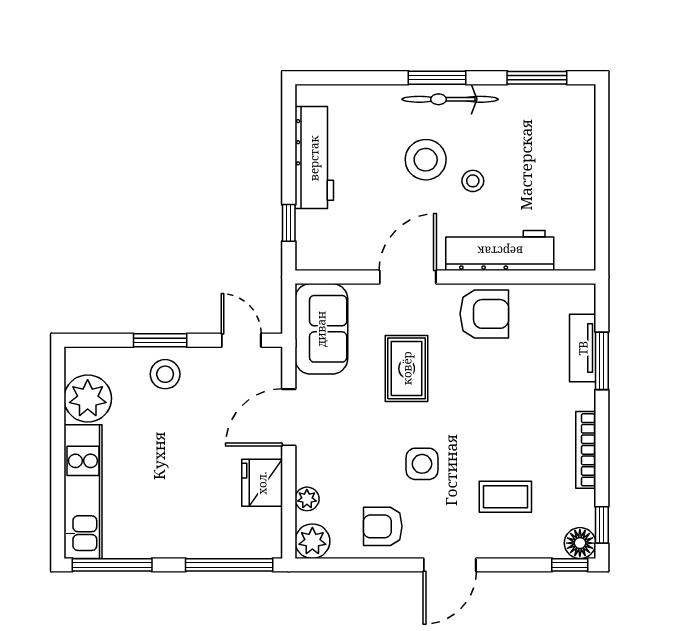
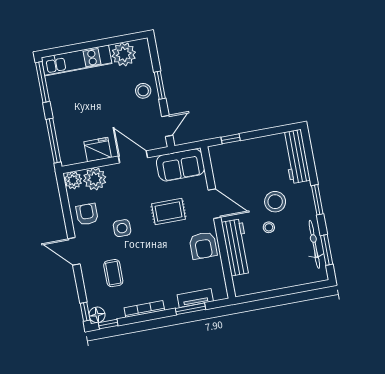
bicycle: (450, 99) -> (314, 244), moved
workbench: (314, 158) -> (296, 156), moved, turned 90
plant: (307, 499) -> (95, 179), width x1.88, depth x1.88

